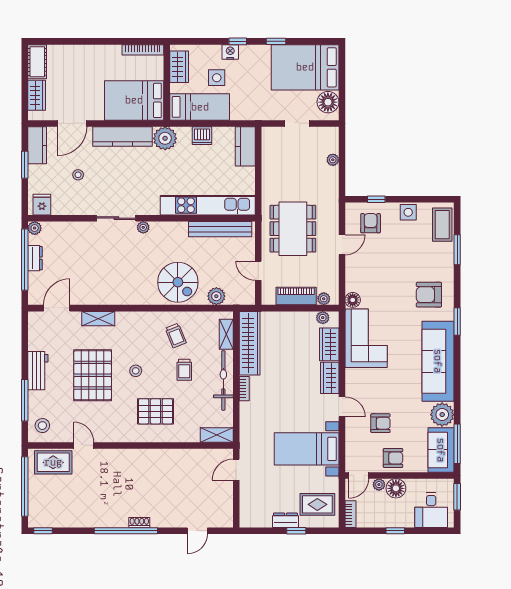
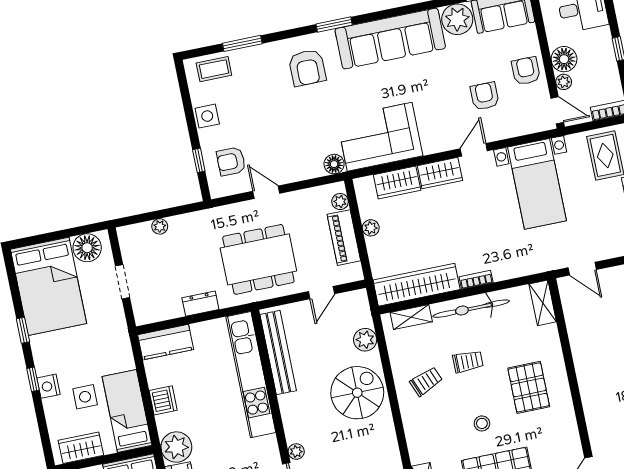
dresser: (269, 178) -> (200, 304), added
coffee table: (442, 225) -> (214, 69), width x0.73, depth x0.77
plant: (323, 318) -> (371, 228), moved

